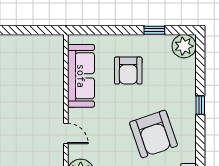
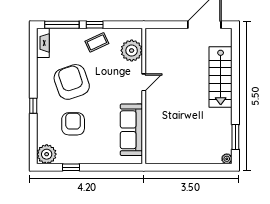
armchair: (128, 71) -> (73, 124), moved
door: (66, 134) -> (144, 82), swing flipped

